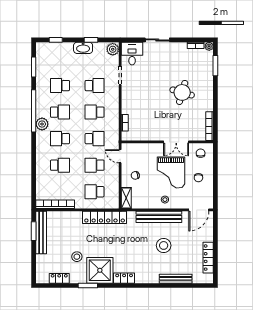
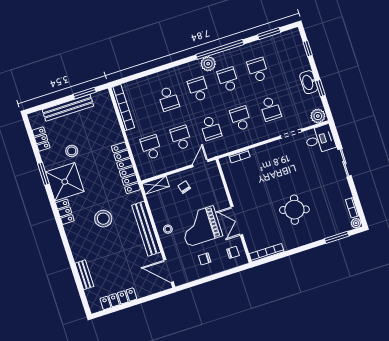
school desk: (60, 112) -> (228, 80), turned 180
bench: (41, 233) -> (68, 108), moved
stool: (164, 245) -> (103, 219), moved
bench: (176, 279) -> (84, 275), width x0.73

